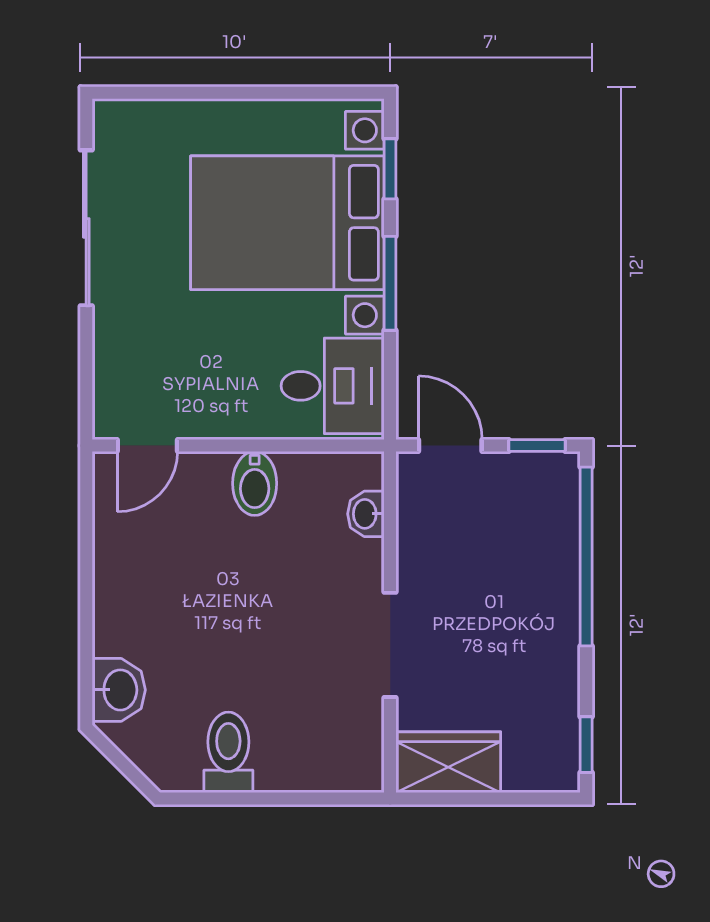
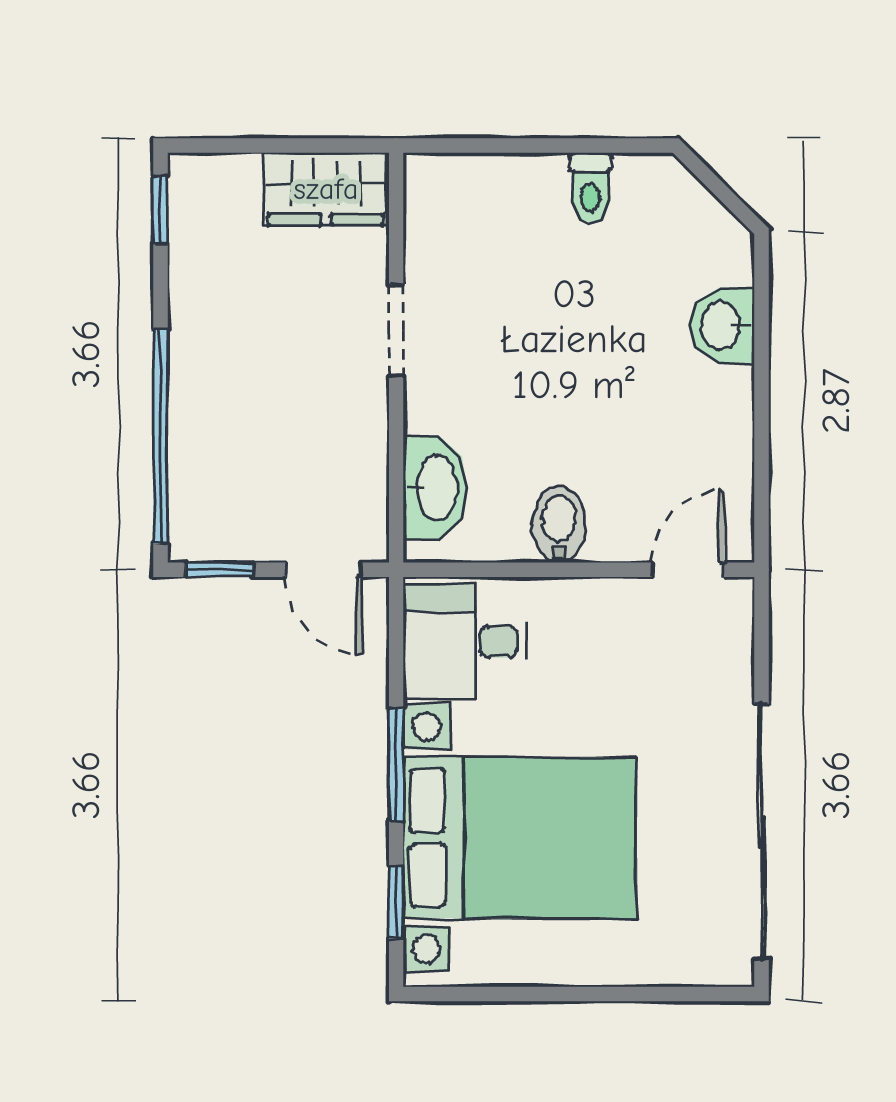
sliding door: (86, 228) -> (761, 832), width x1.36
washbasin: (366, 514) -> (435, 488), width x1.91, depth x1.45
doorway: (390, 645) -> (396, 330), width x0.73
washbasin: (119, 690) -> (722, 325), moved
toilet: (228, 752) -> (591, 188), width x0.73, depth x0.72

